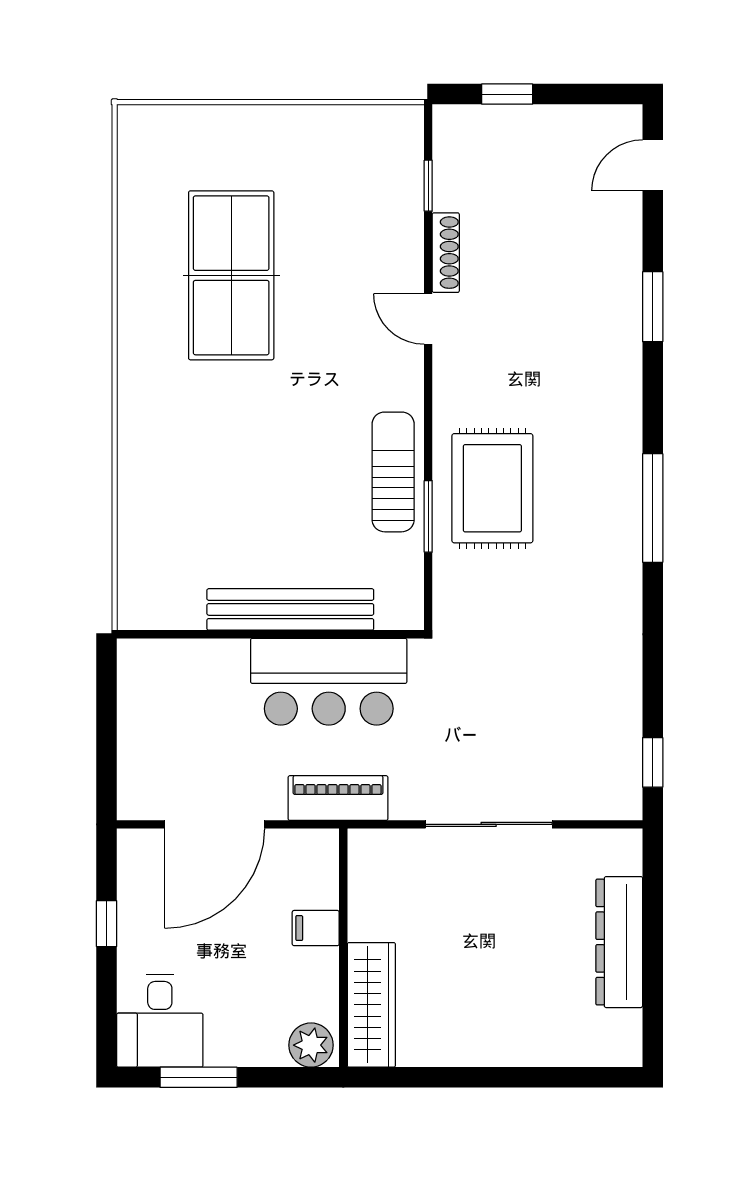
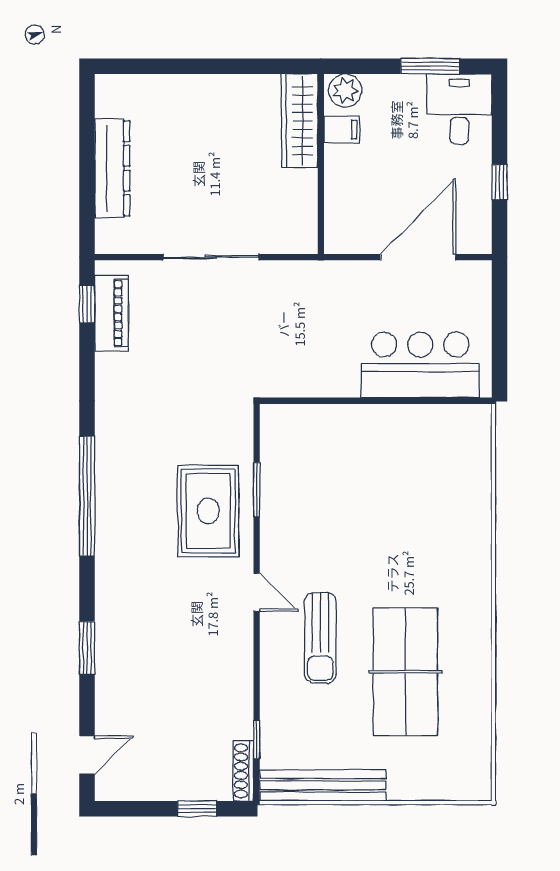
shoe rack: (446, 253) -> (243, 771), moved
door: (428, 319) -> (257, 592), moved
sun lounger: (393, 472) -> (320, 638), moved
window: (653, 508) -> (87, 496), width x1.46
bench: (290, 609) -> (323, 785), moved
bar counter: (329, 682) -> (420, 365), moved
piano: (338, 798) -> (112, 313), moved, turned -90
filing cabinet: (316, 928) -> (342, 130), moved

